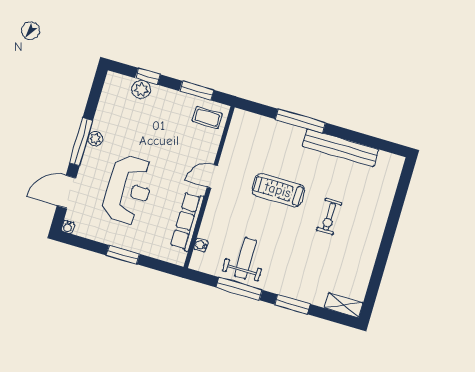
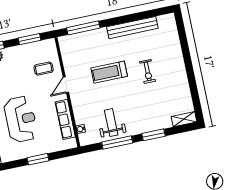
coffee table: (207, 118) -> (44, 69), moved
window: (300, 121) -> (83, 28), moved

